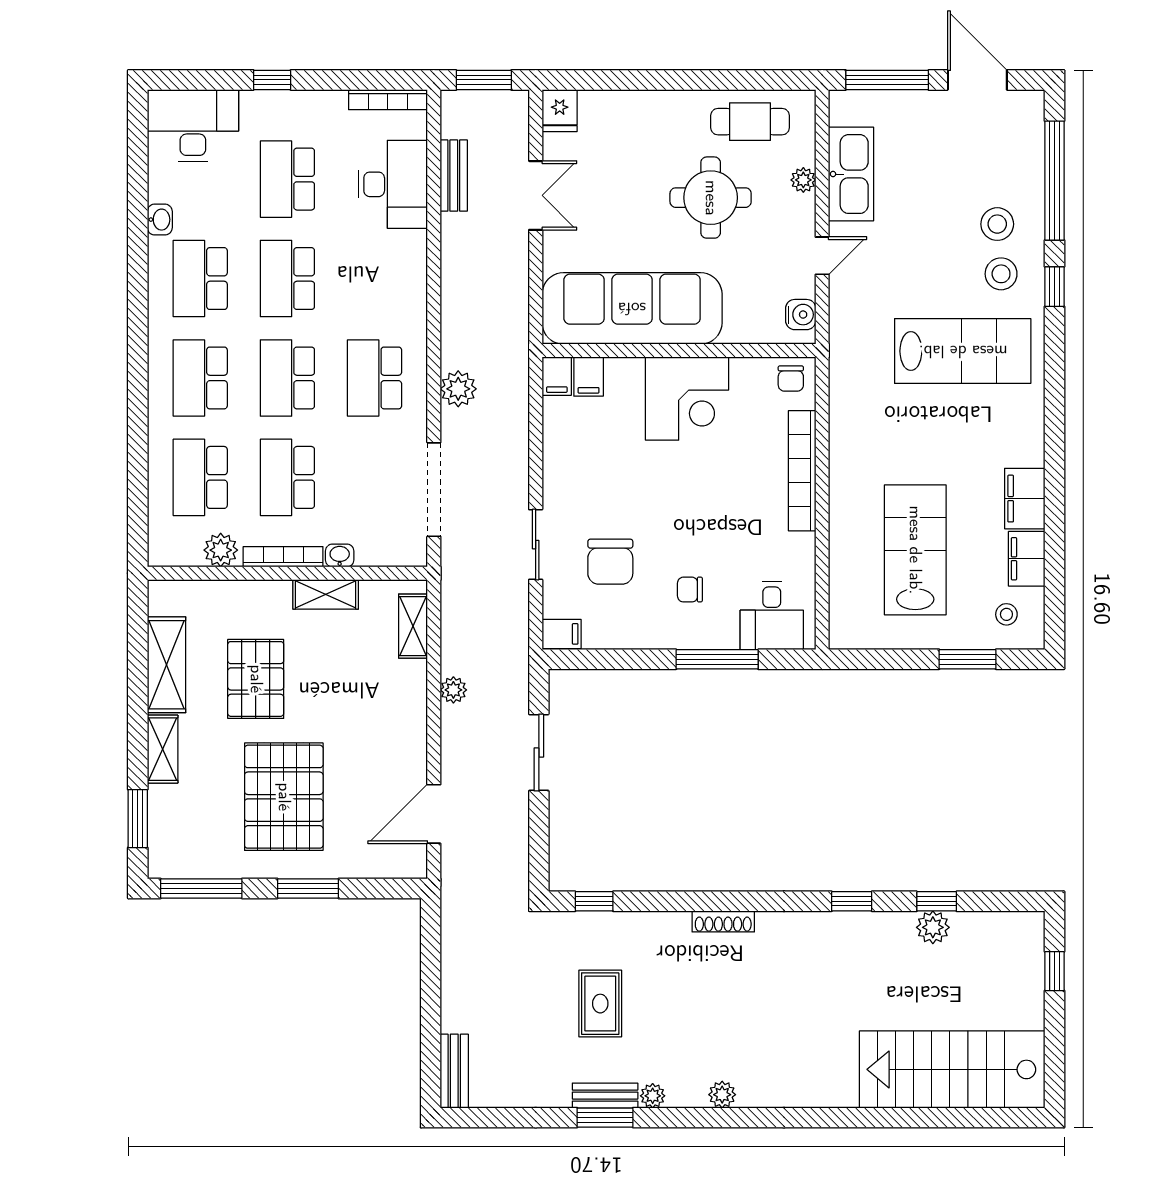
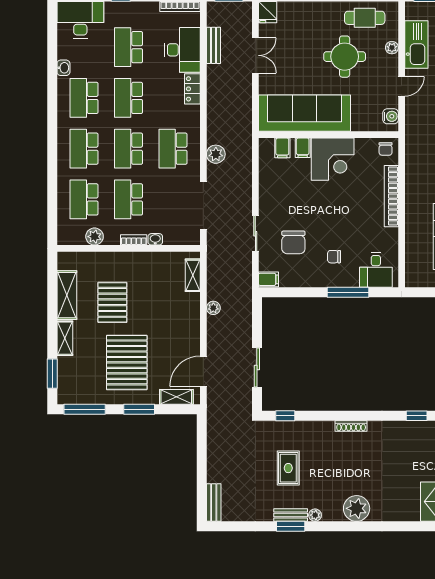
locker: (412, 261) -> (192, 89), added
filing cabinet: (557, 376) -> (303, 148), moved
bookcase: (283, 557) -> (134, 240), width x0.64
shelving: (326, 594) -> (176, 397), moved
sliding door: (539, 753) -> (257, 368), moved
plant: (722, 1095) -> (357, 508), width x1.87, depth x1.87

